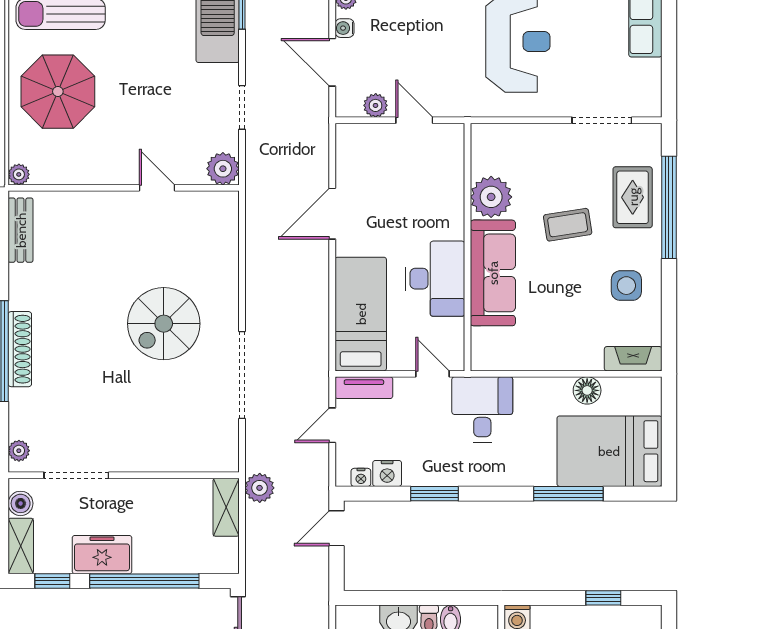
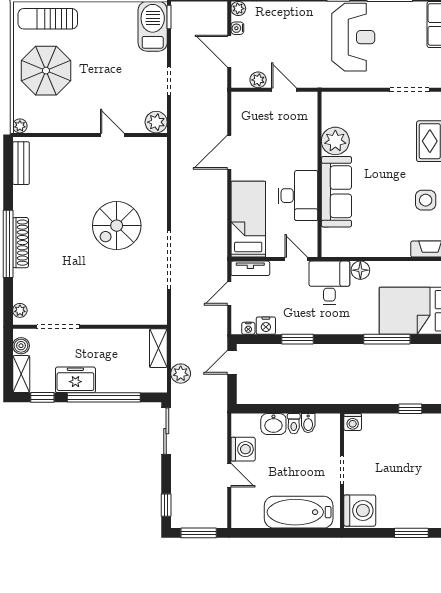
coffee table: (568, 225) -> (386, 160), removed
floor lamp: (587, 390) -> (360, 270), moved
plant: (260, 488) -> (181, 374), moved

